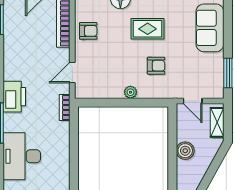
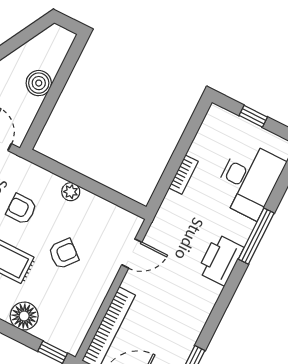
armchair: (88, 31) -> (63, 254), moved, turned 130
bookcase: (65, 107) -> (184, 175), moved

